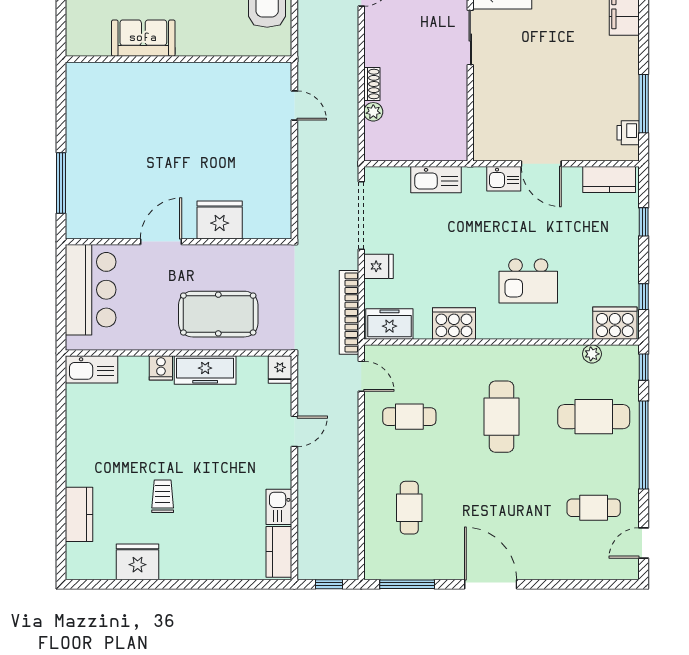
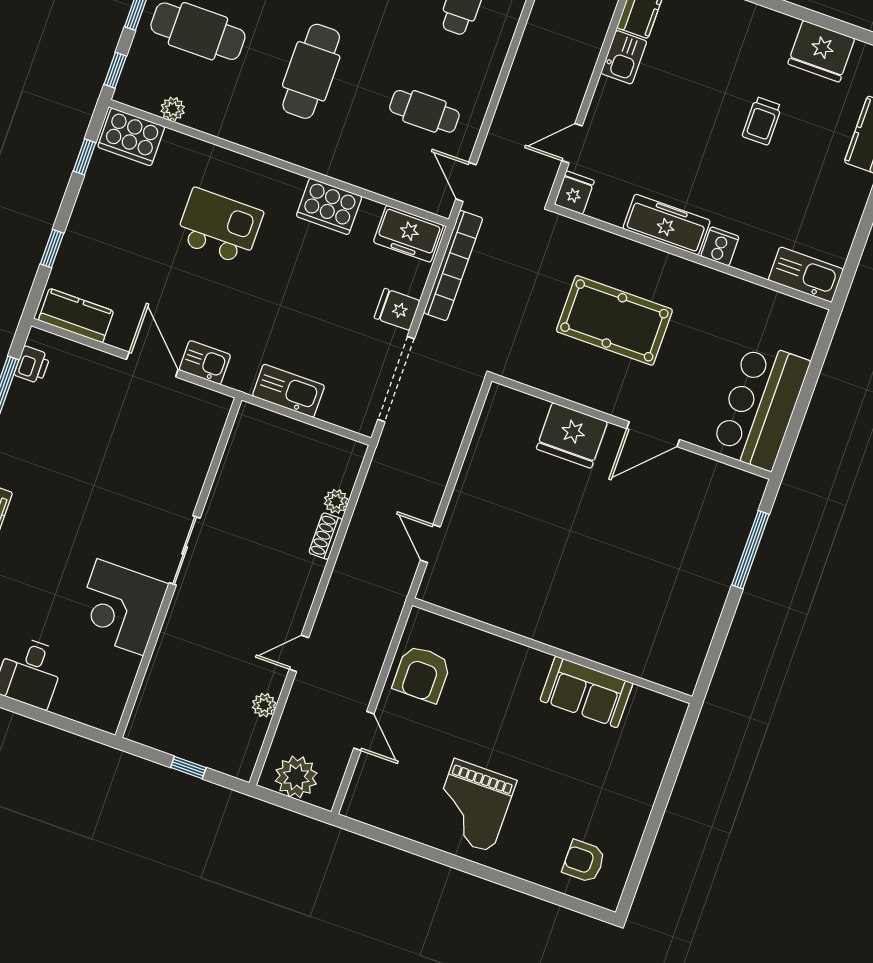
wall: (179, 353) -> (692, 257), moved
cooker: (161, 368) -> (720, 246), moved
kitchen sink: (92, 369) -> (806, 275), moved
freezer: (205, 370) -> (667, 225), moved
fridge: (280, 370) -> (574, 193), moved

